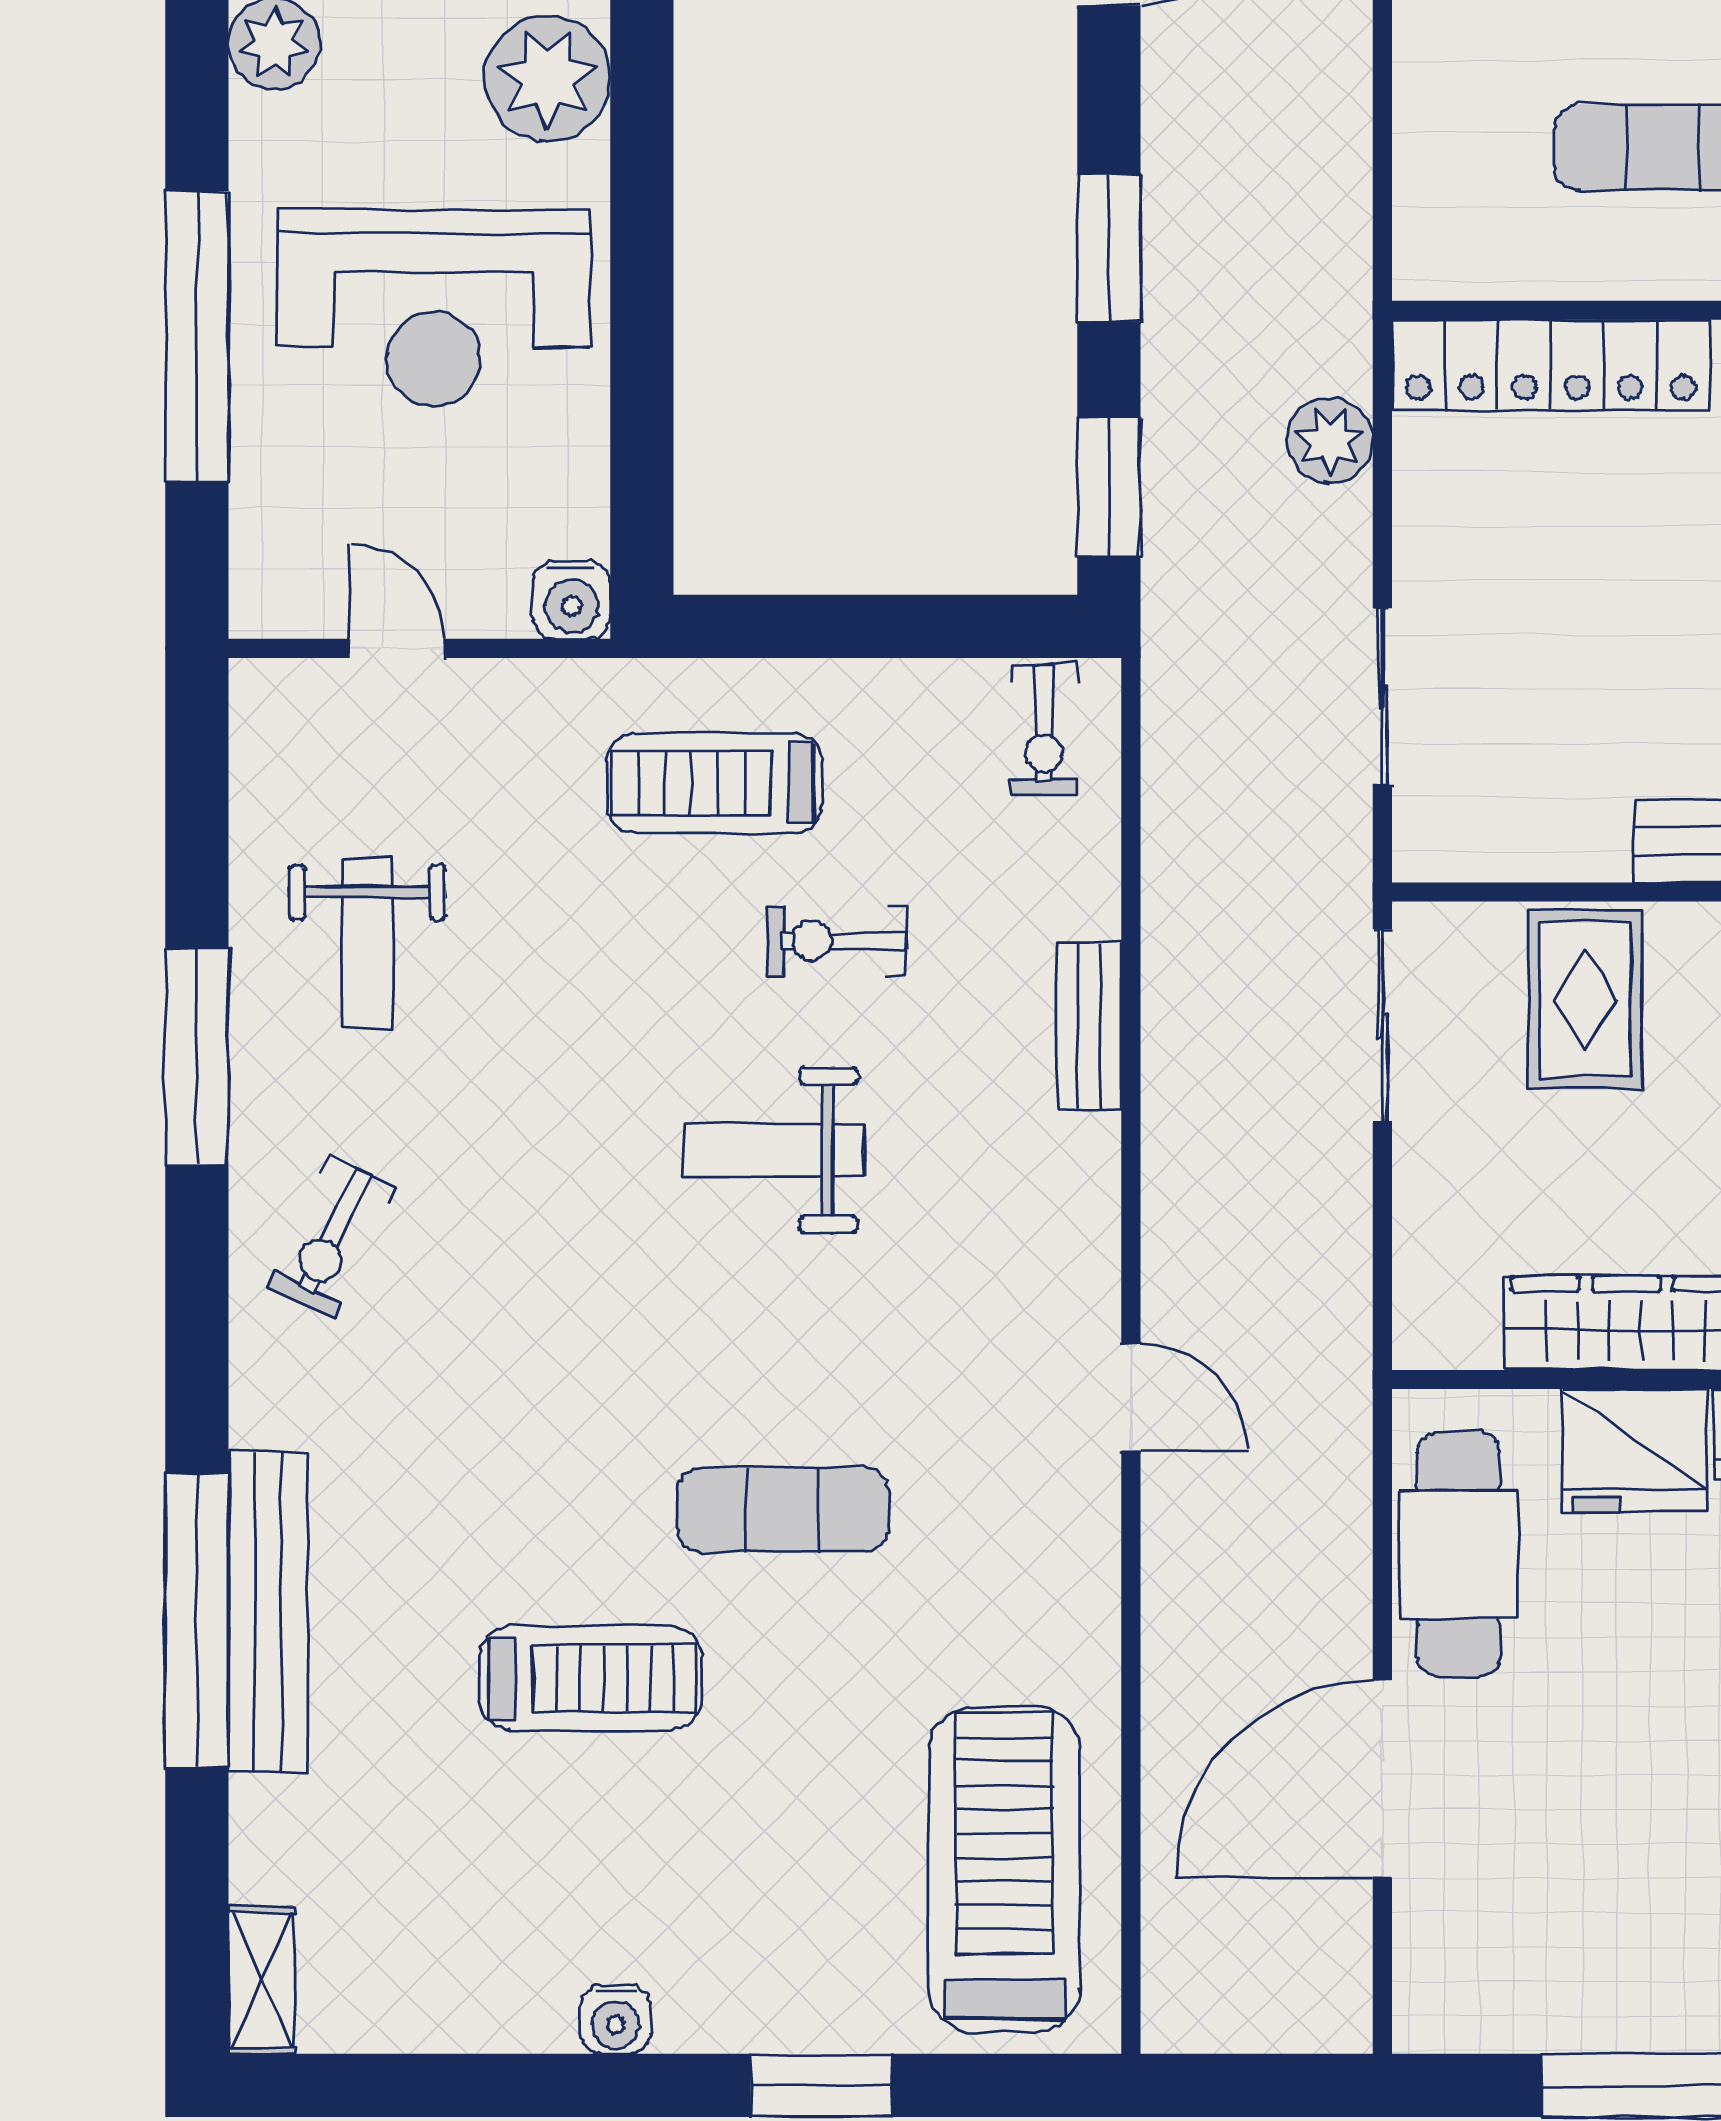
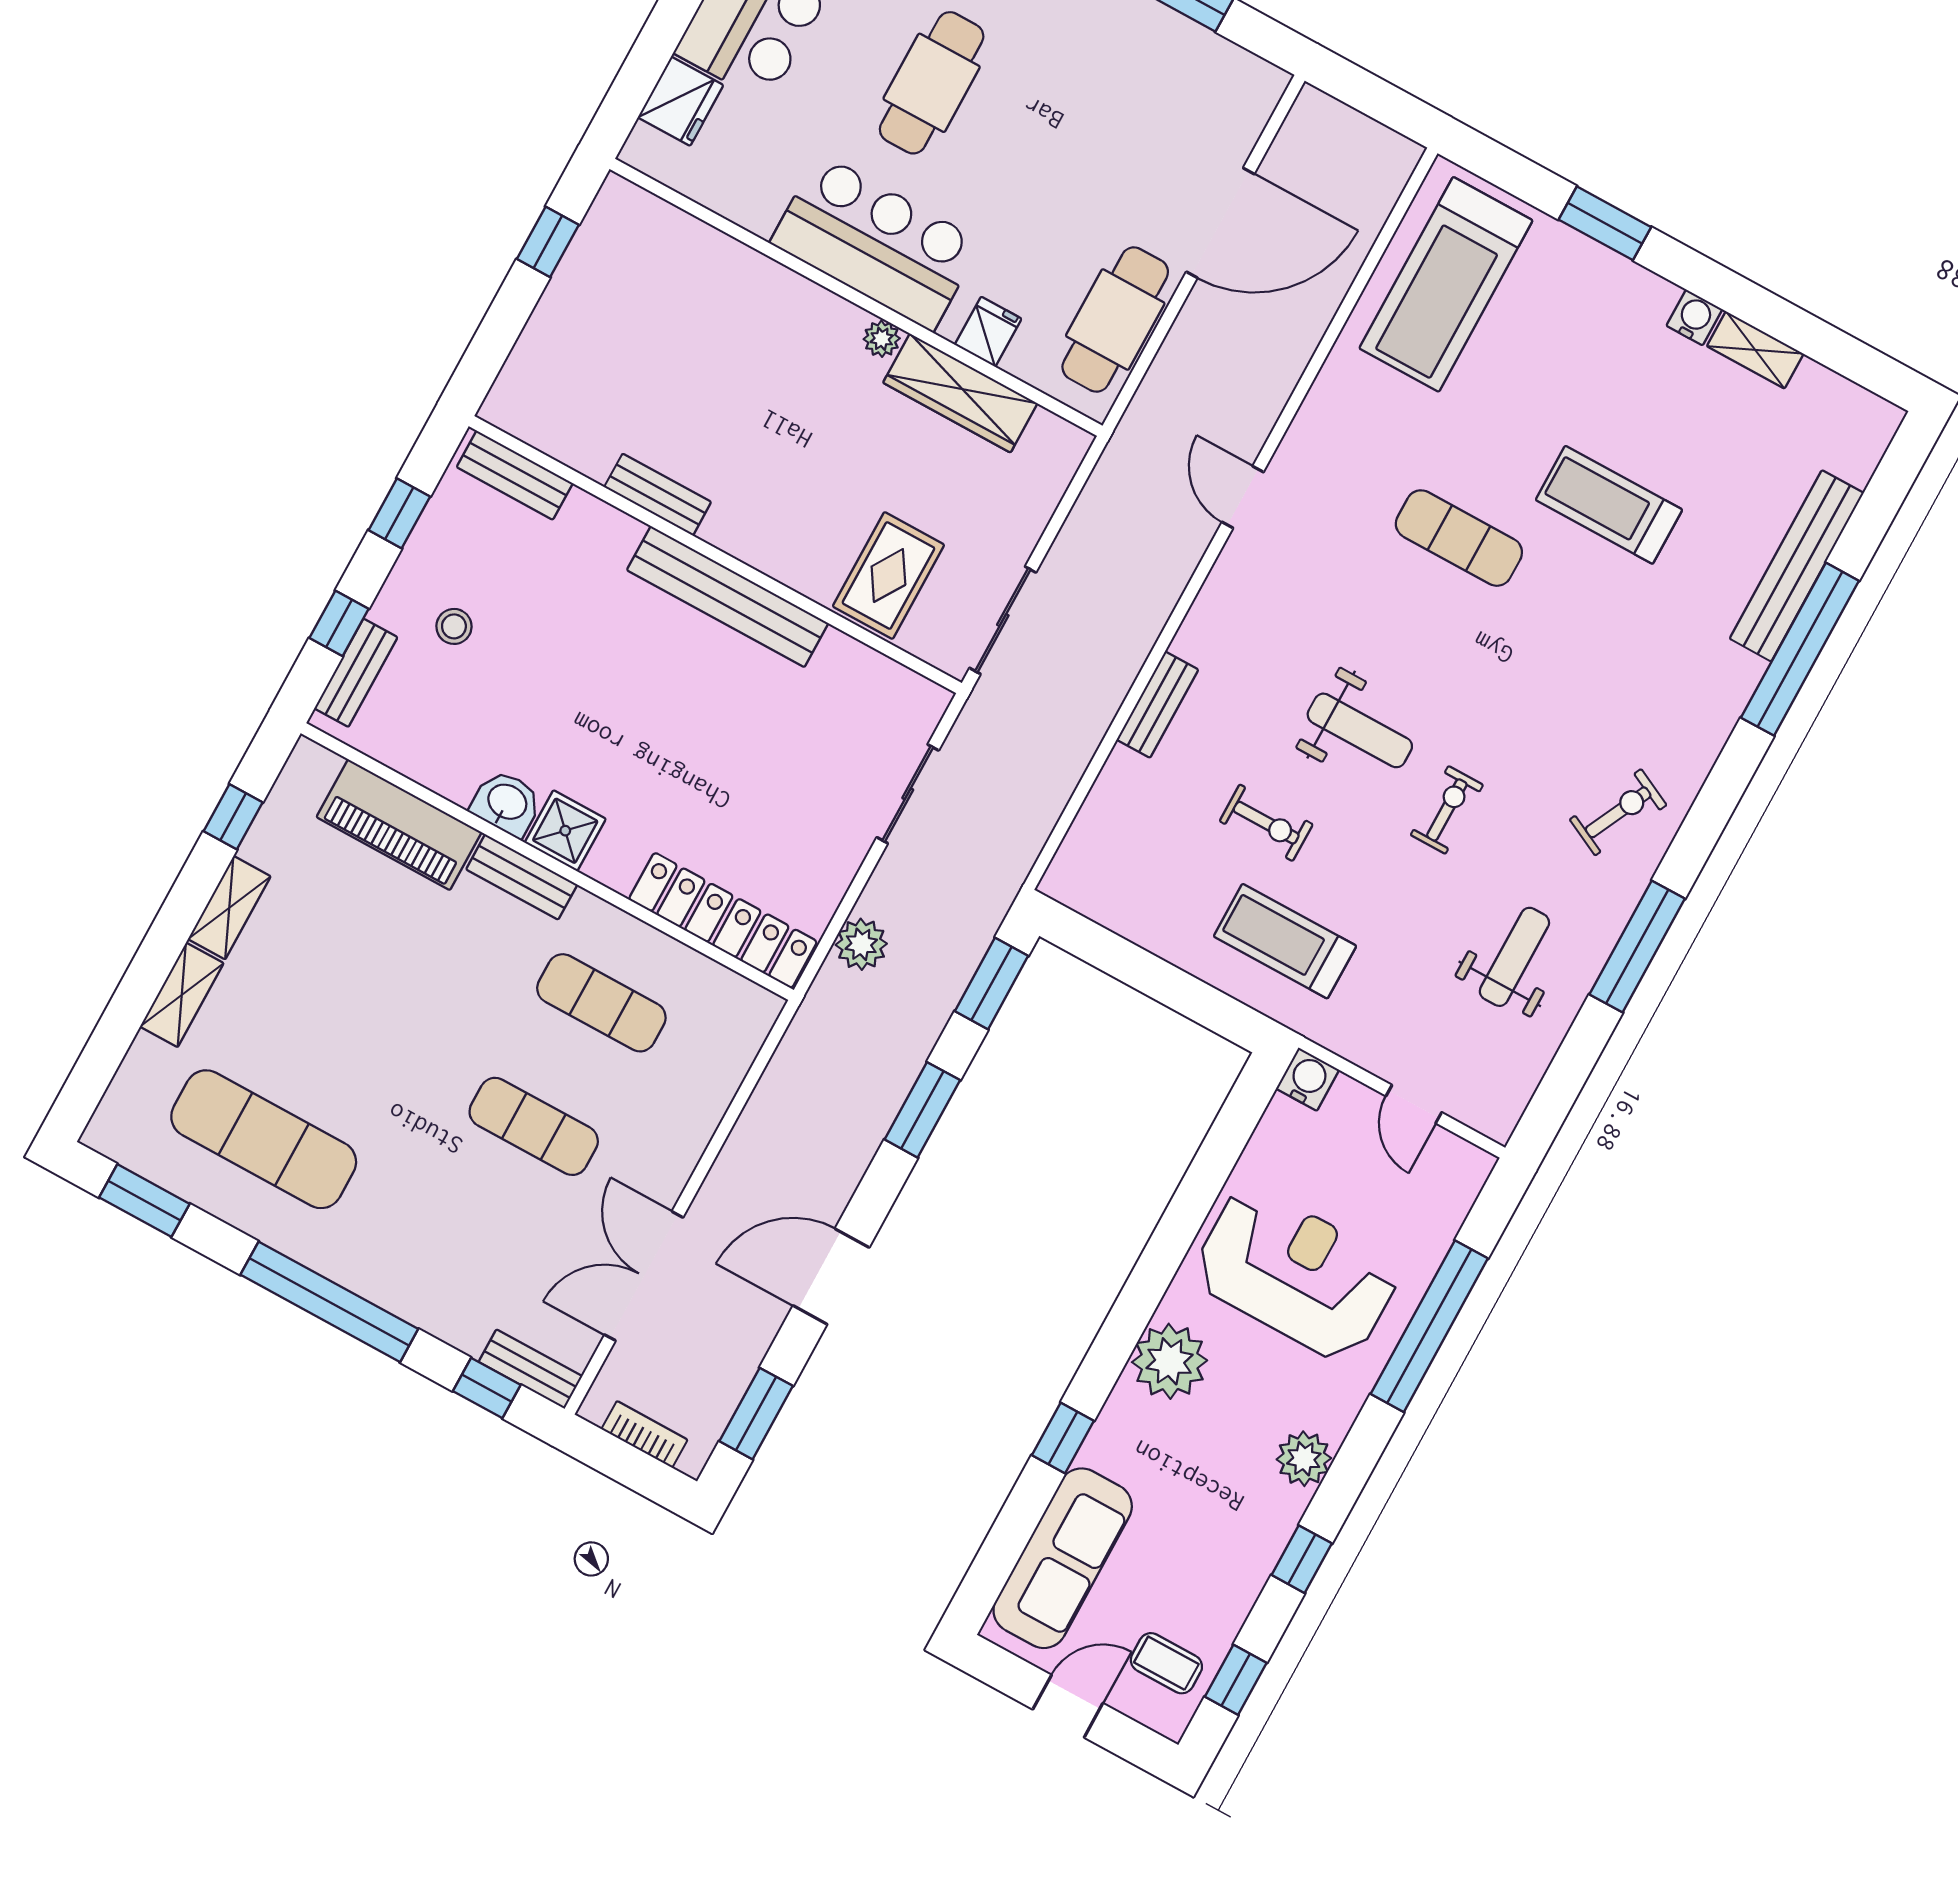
exercise bike: (1044, 730) -> (1447, 810), moved
treadmill: (715, 783) -> (1285, 941), turned 180
fridge: (1634, 1450) -> (988, 332), width x0.53, depth x0.75
bench: (268, 1611) -> (1797, 566), moved
shelving: (262, 1980) -> (1755, 350), moved, turned 90

